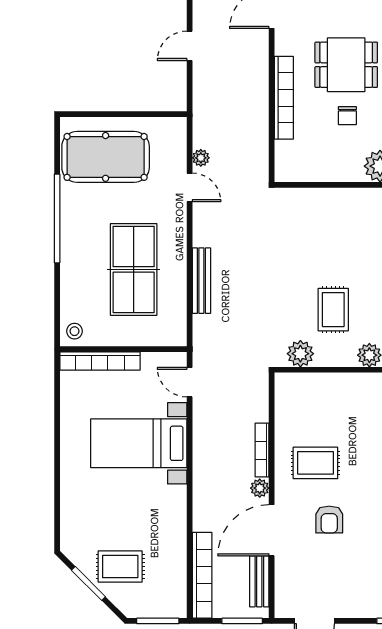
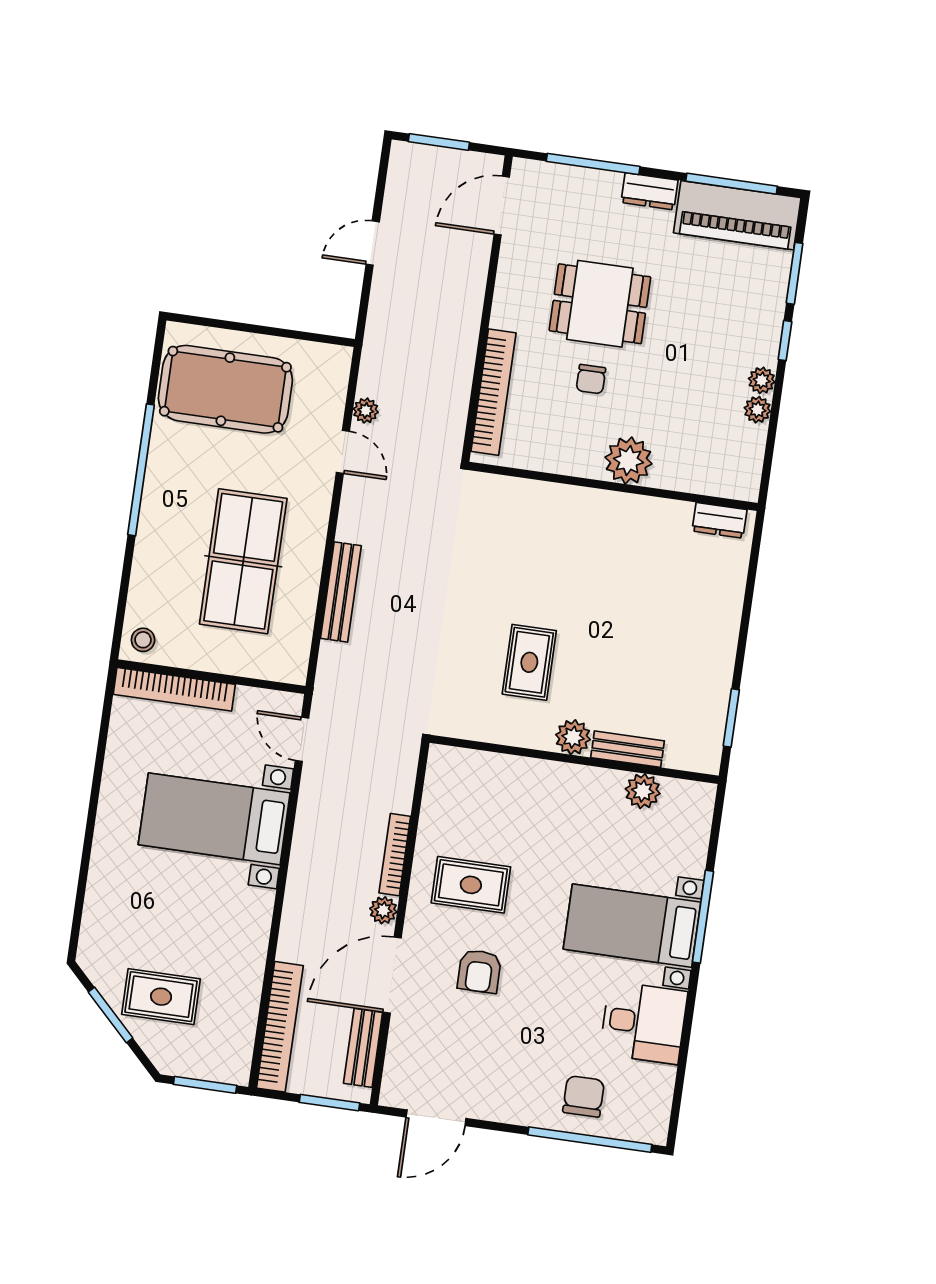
bookcase: (284, 98) -> (493, 392), moved
plant: (300, 354) -> (472, 721), removed

